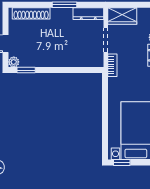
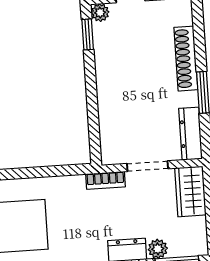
shoe rack: (31, 13) -> (186, 59), moved

